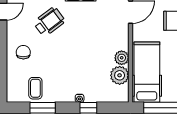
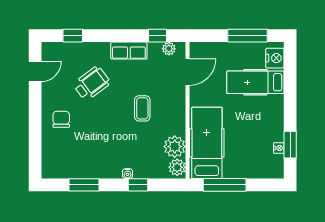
plant: (122, 58) -> (177, 167), moved
coffee table: (35, 88) -> (142, 108), moved

